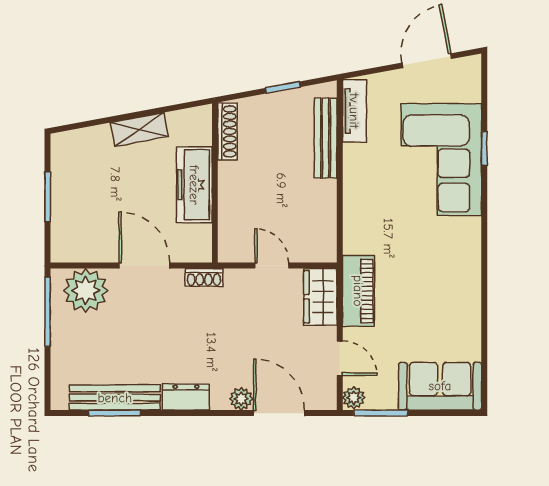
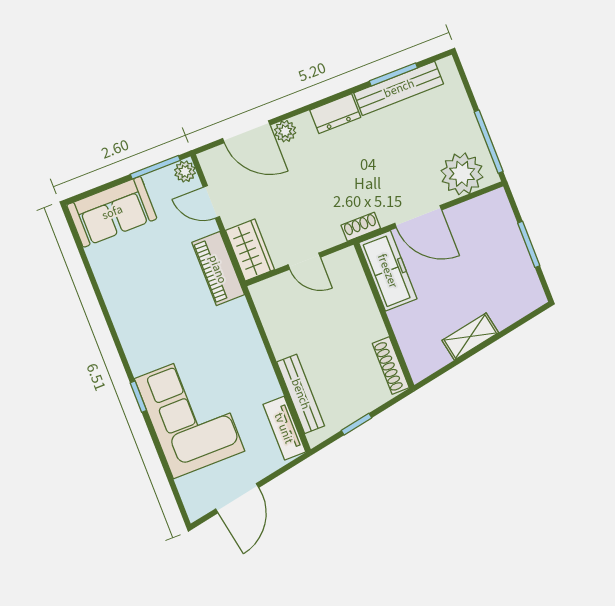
window: (484, 148) -> (138, 397), moved
freezer: (194, 185) -> (388, 271), moved

